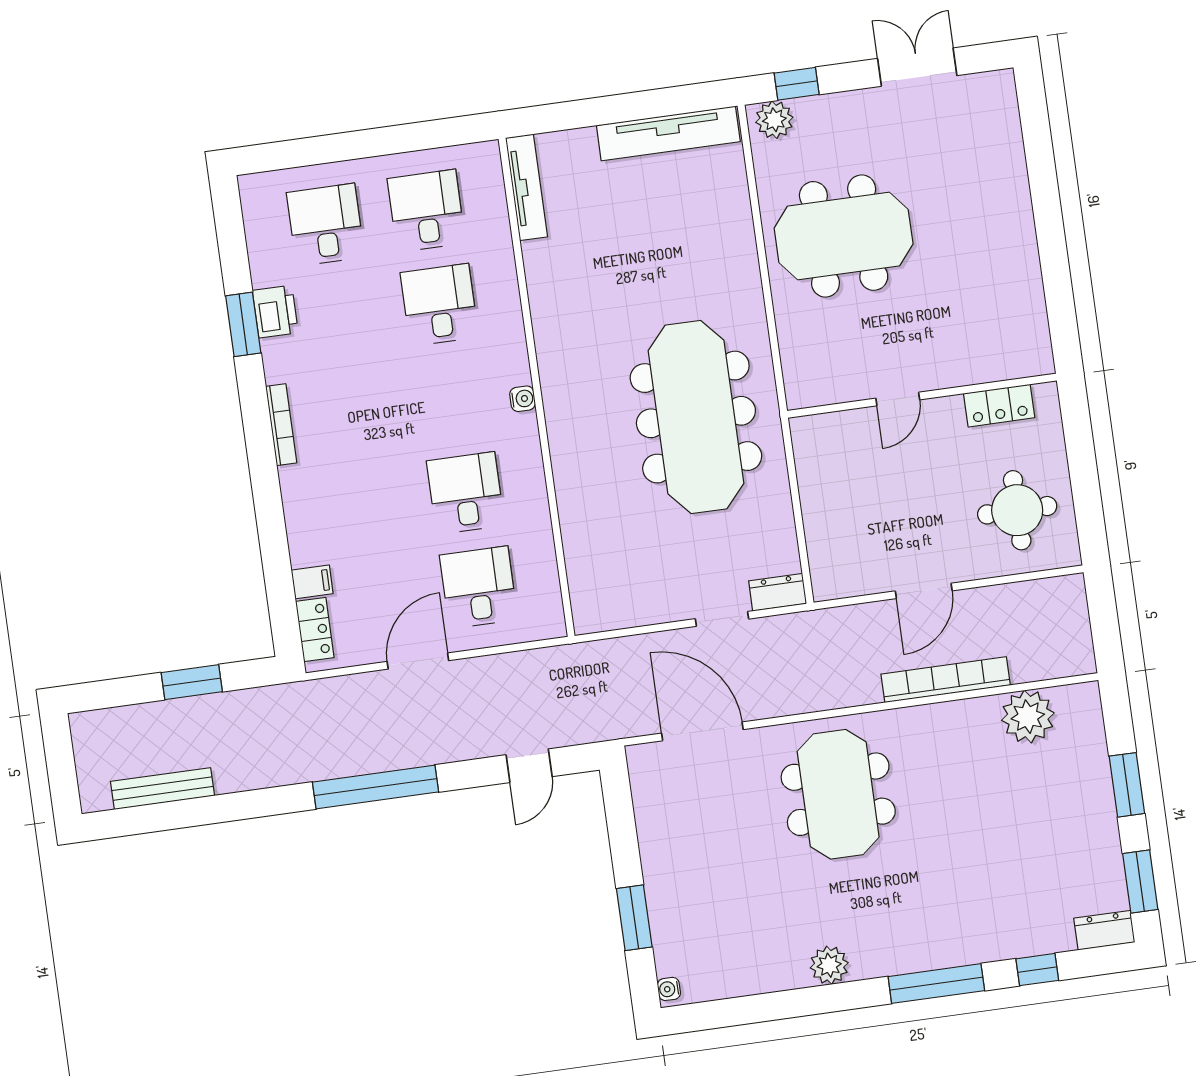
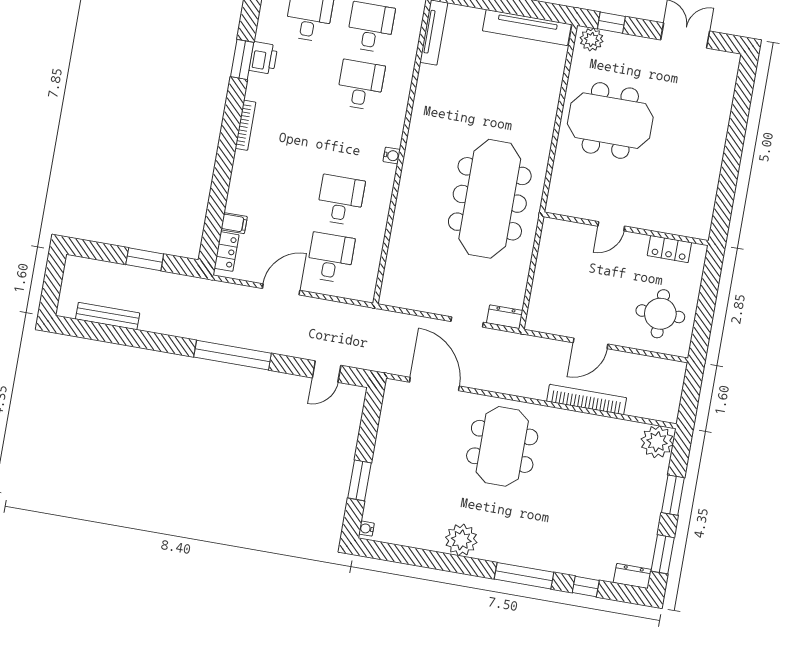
plant: (1028, 717) -> (657, 442), moved
plant: (829, 965) -> (461, 540), width x1.36, depth x1.36

